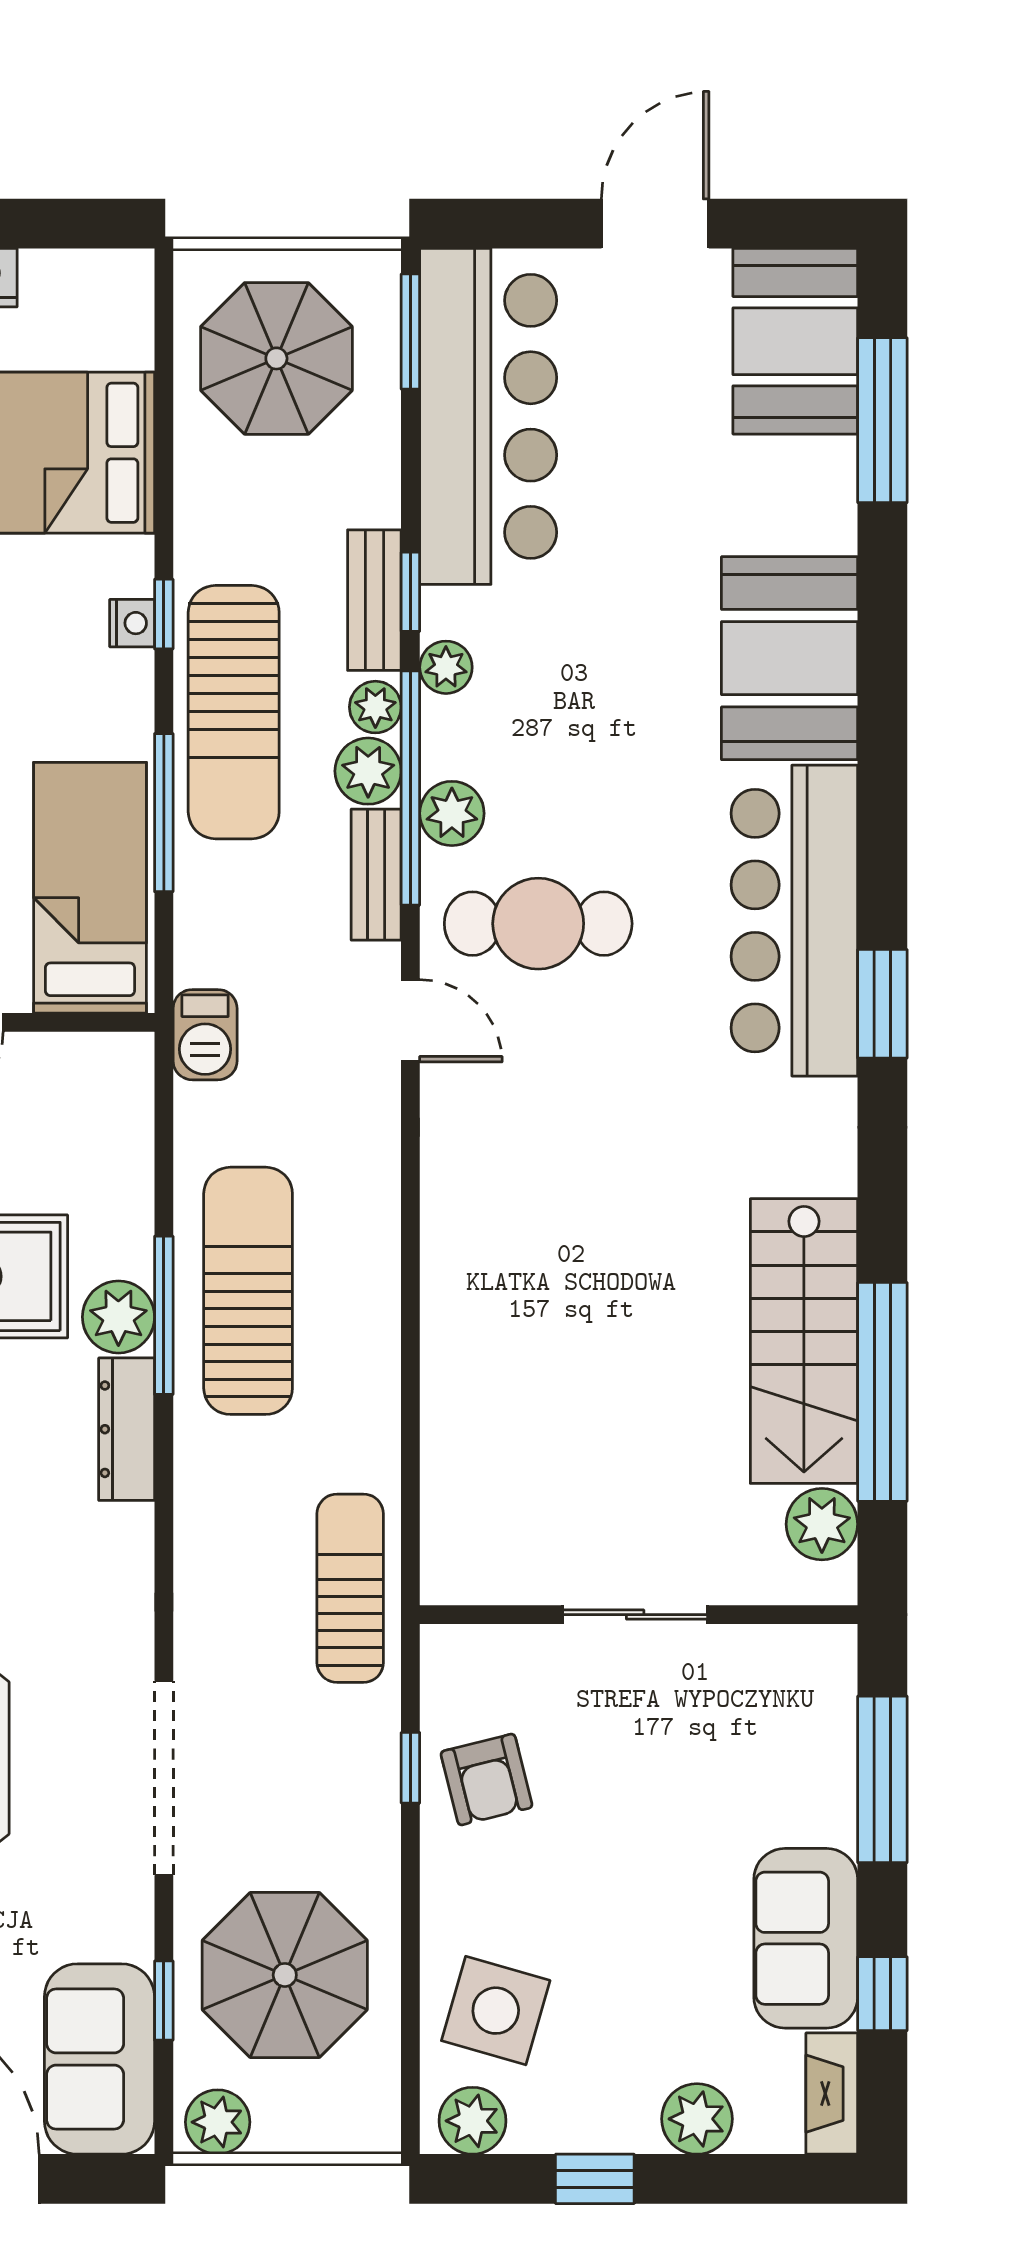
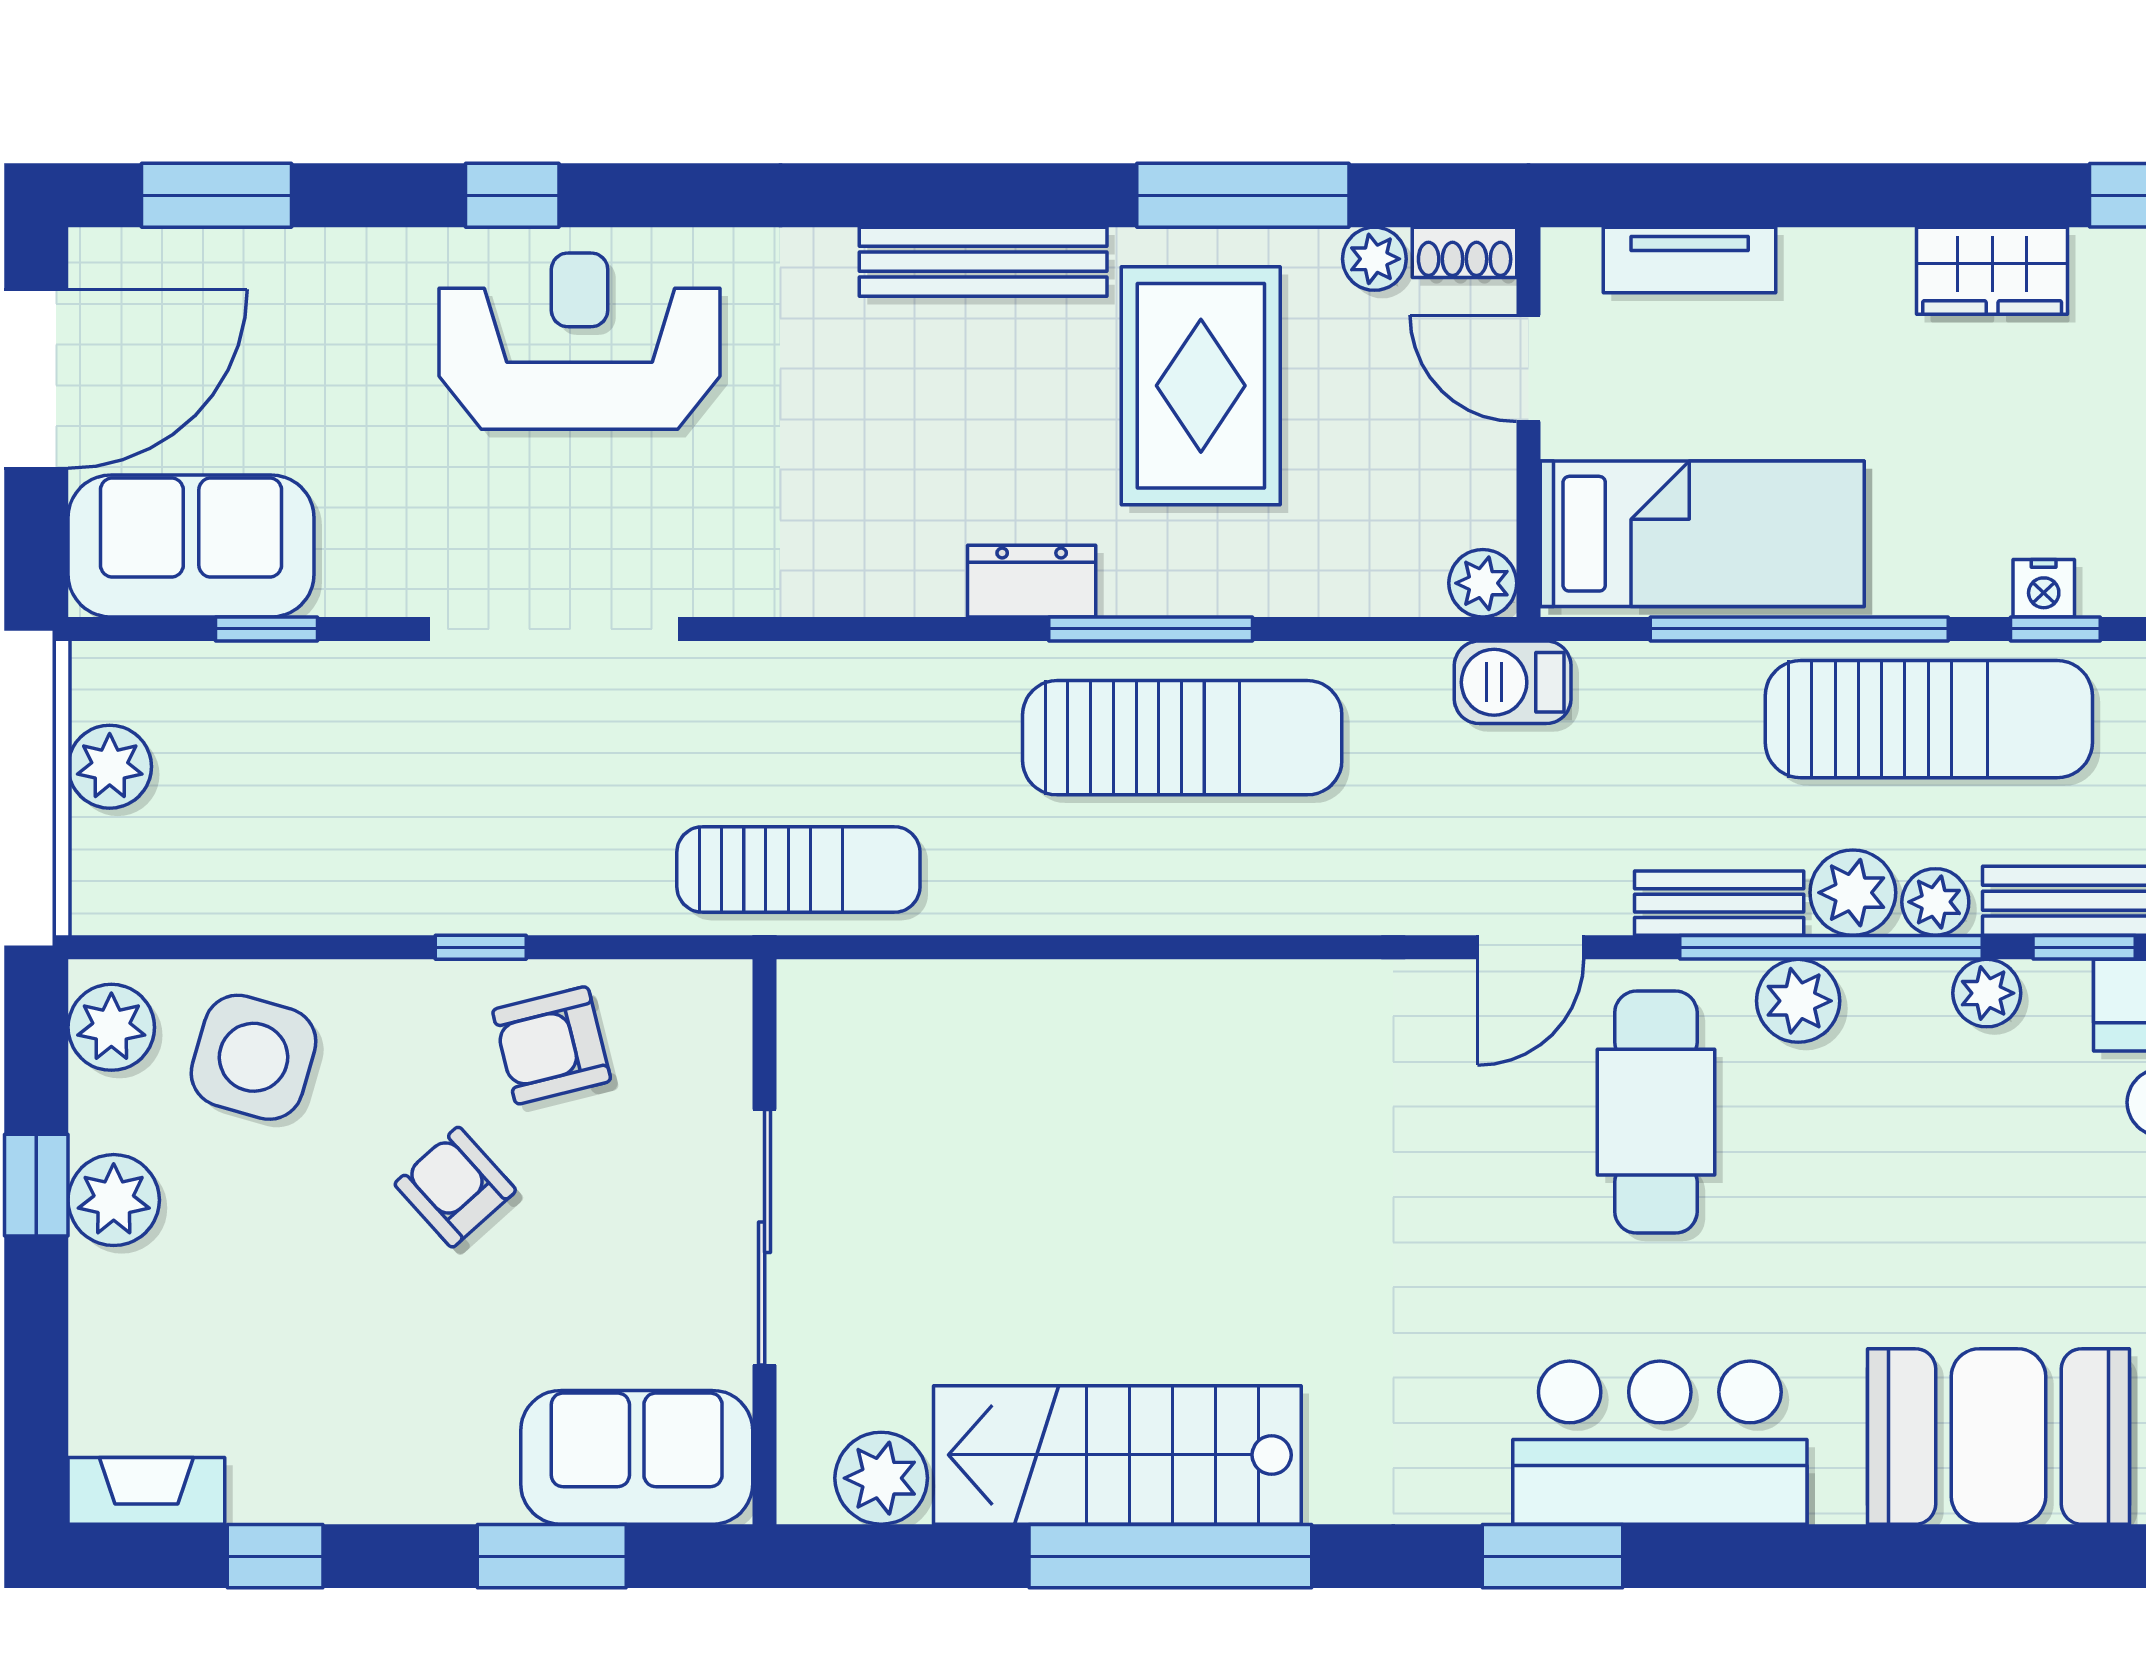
sun lounger: (234, 712) -> (1929, 719), turned 180
window: (164, 813) -> (1799, 629), width x1.46
bar counter: (794, 921) -> (1660, 1443), width x0.73
plant: (118, 1317) -> (1483, 583), moved, width x0.73, depth x0.73
window: (882, 1392) -> (1170, 1556), moved
dresser: (127, 1429) -> (1032, 581), width x0.70
sliding door: (635, 1615) -> (765, 1237), width x1.37
window: (410, 1768) -> (481, 947), moved
window: (882, 1779) -> (552, 1556), width x0.69
armchair: (596, 1854) -> (455, 1187), added
sofa: (806, 1938) -> (637, 1457), moved
parasol: (285, 1975) -> (299, 785), removed
plant: (697, 2119) -> (114, 1200), moved
plant: (218, 2122) -> (110, 767), moved

